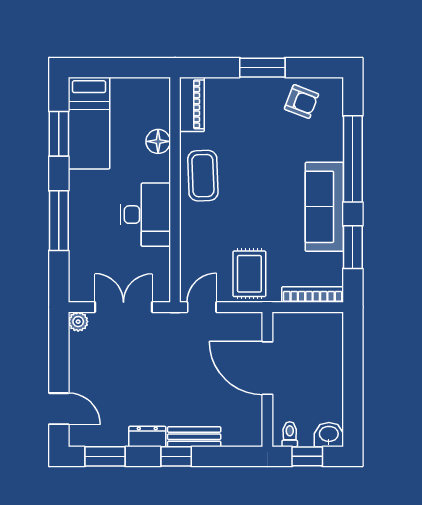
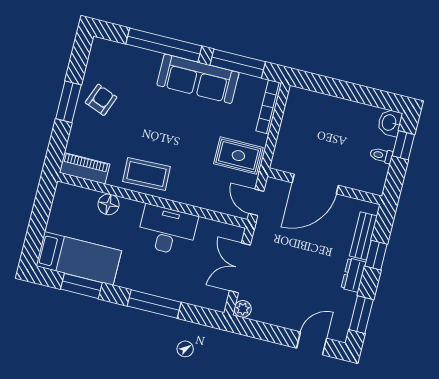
armchair: (302, 102) -> (101, 100), moved
window: (353, 247) -> (238, 63), width x1.44
door: (267, 368) -> (315, 184), moved
wall: (267, 379) -> (325, 186), moved

